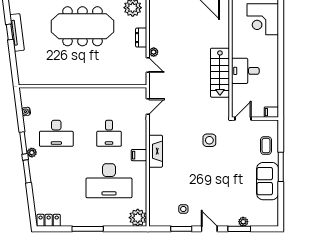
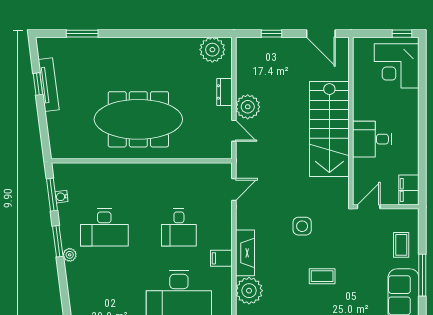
meeting table: (82, 26) -> (138, 119), moved
plant: (154, 52) -> (248, 107), width x1.88, depth x1.88
stairs: (220, 73) -> (329, 129), width x1.36, depth x1.51
filing cabinet: (271, 112) -> (409, 190), width x2.00
side table: (209, 140) -> (302, 226), moved
coffee table: (210, 168) -> (322, 276), added
window: (27, 171) -> (52, 195), moved
plant: (159, 178) -> (249, 291), added

